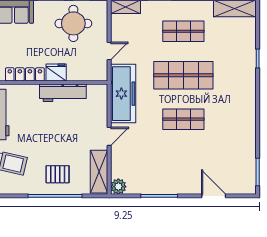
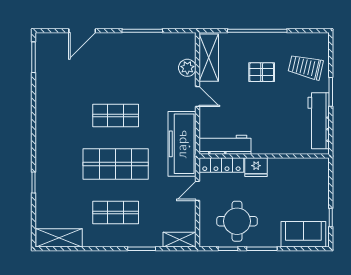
locker: (25, 74) -> (221, 165), moved
workbench: (63, 93) -> (225, 145), moved
door: (109, 136) -> (198, 96), swing flipped
pallet: (58, 174) -> (262, 72), moved
plant: (118, 187) -> (187, 68), moved
door: (214, 196) -> (82, 31), hinge flipped

